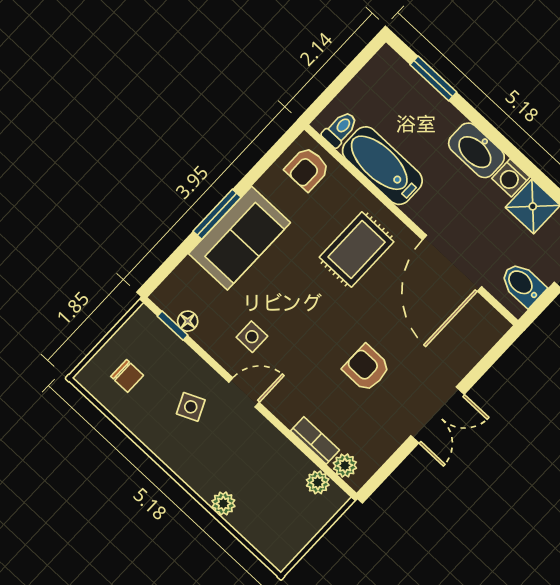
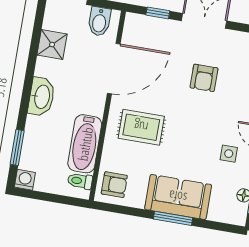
washing machine: (511, 178) -> (25, 180), moved, turned -90
window: (485, 364) -> (158, 13), added

